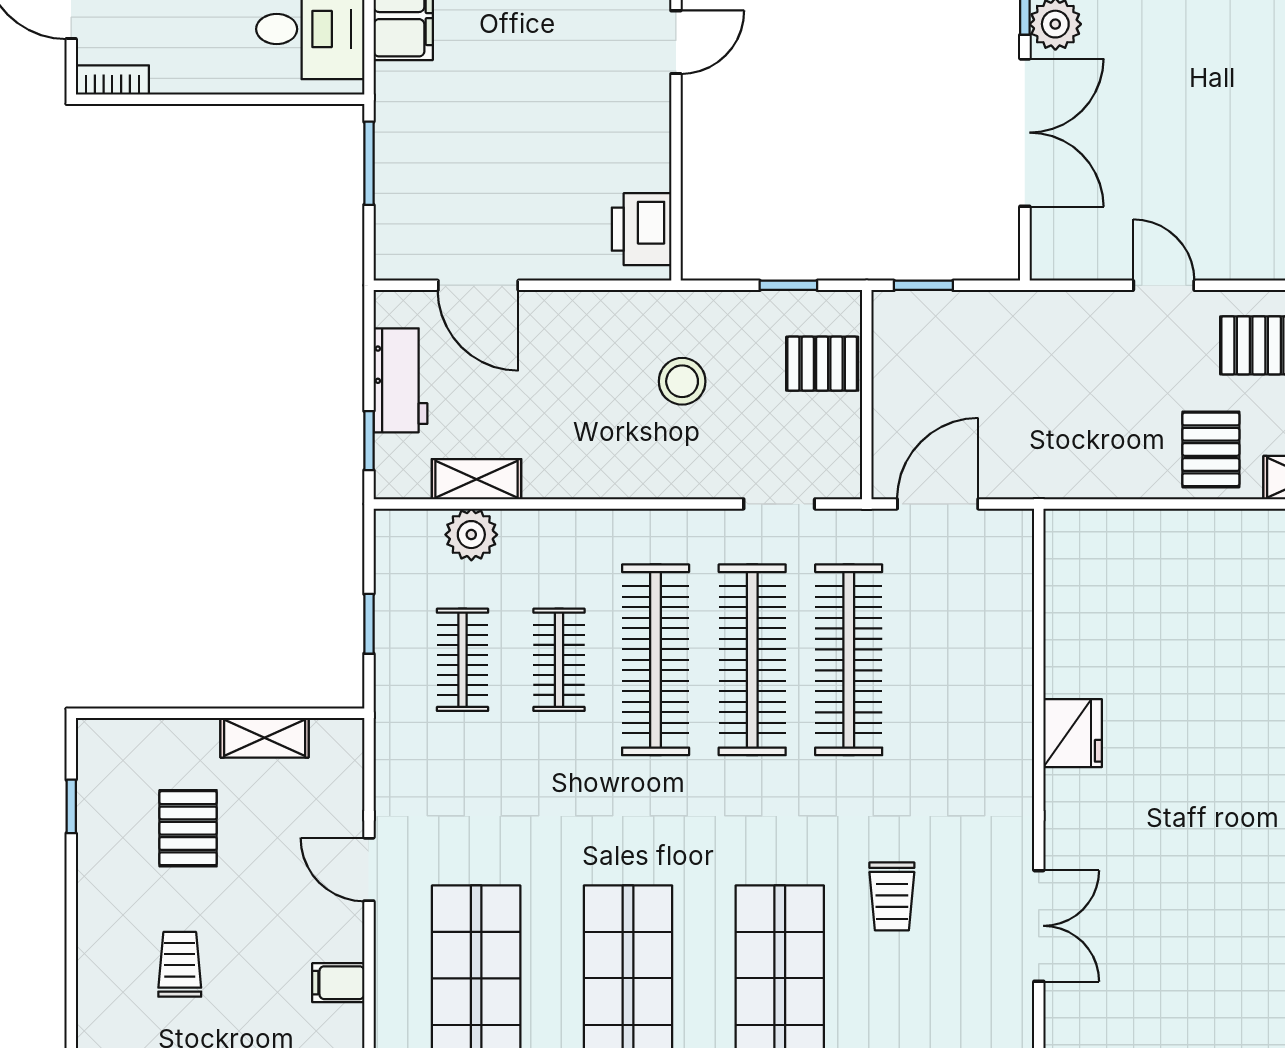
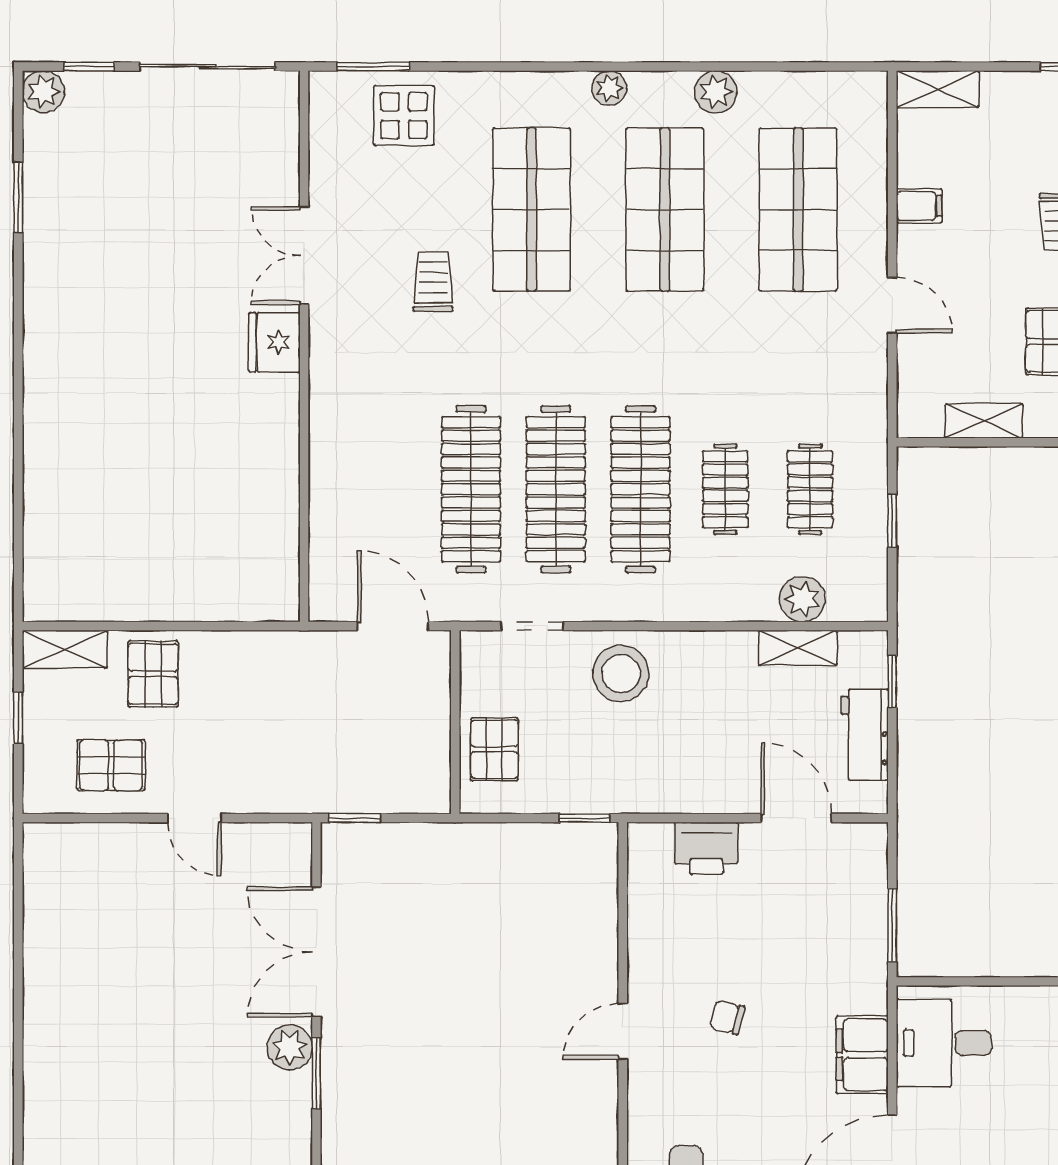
chair: (557, 58) -> (727, 1017), added
printer: (642, 229) -> (706, 848), moved, turned 90
window: (788, 285) -> (585, 818), moved
window: (923, 285) -> (355, 818), moved
pallet: (822, 364) -> (494, 749), turned 90
stool: (682, 381) -> (621, 673), moved, width x1.38, depth x1.38
door: (938, 504) -> (393, 626), swing flipped
fridge: (1073, 733) -> (274, 342), moved

